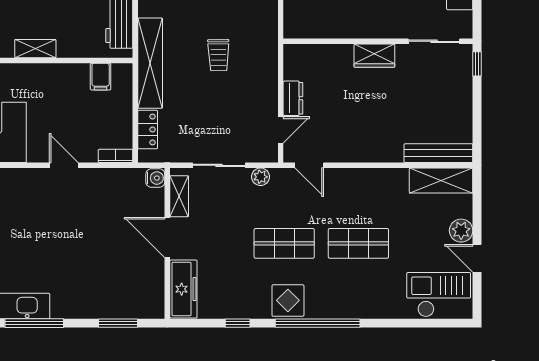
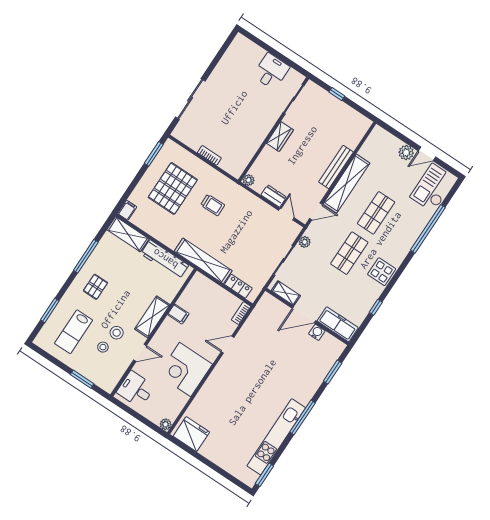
shelving: (35, 49) -> (152, 317), width x1.50, depth x1.33
plant: (292, 53) -> (249, 180), added
trolley: (218, 55) -> (213, 205), moved
window: (477, 64) -> (337, 94), moved
filing cabinet: (101, 77) -> (178, 314), moved
bench: (438, 153) -> (336, 167), moved
water cooler: (155, 178) -> (317, 332), moved
shelving: (441, 181) -> (346, 184), moved, width x1.47
window: (318, 323) -> (428, 229), moved

